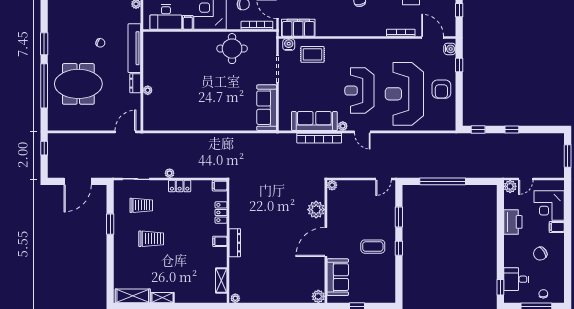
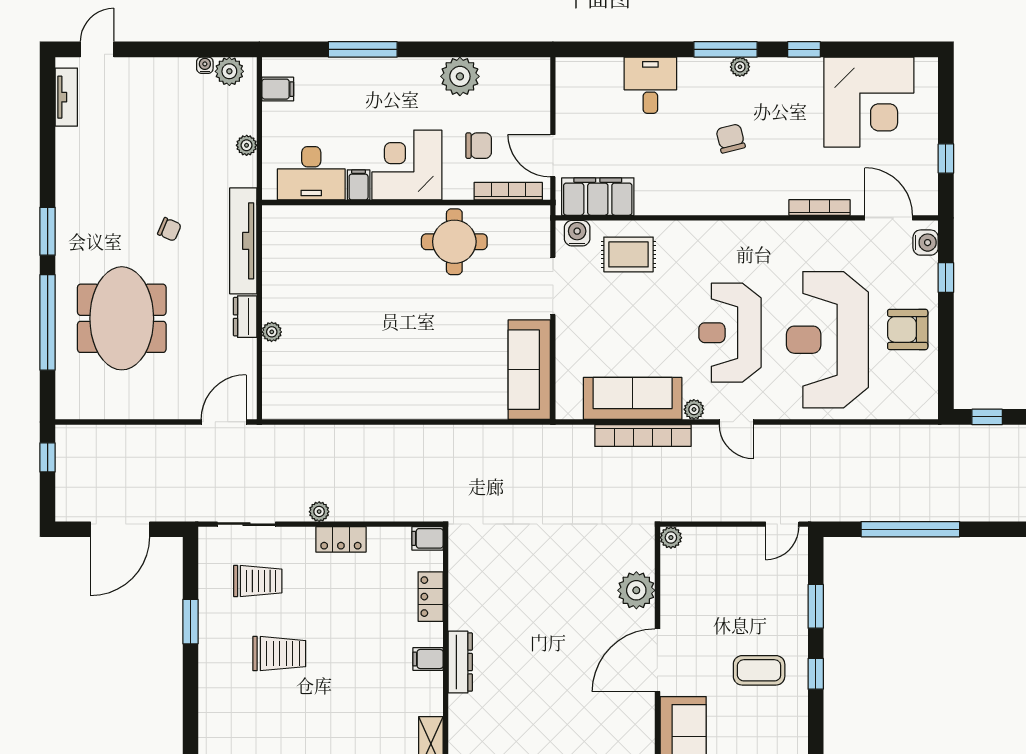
meeting table: (78, 84) -> (122, 318), turned 90
armchair: (441, 89) -> (908, 329), turned 90

